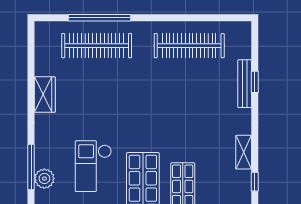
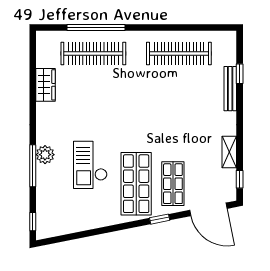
window: (255, 82) -> (240, 74), moved
wardrobe: (45, 95) -> (45, 85), moved
plant: (44, 179) -> (45, 155), moved

